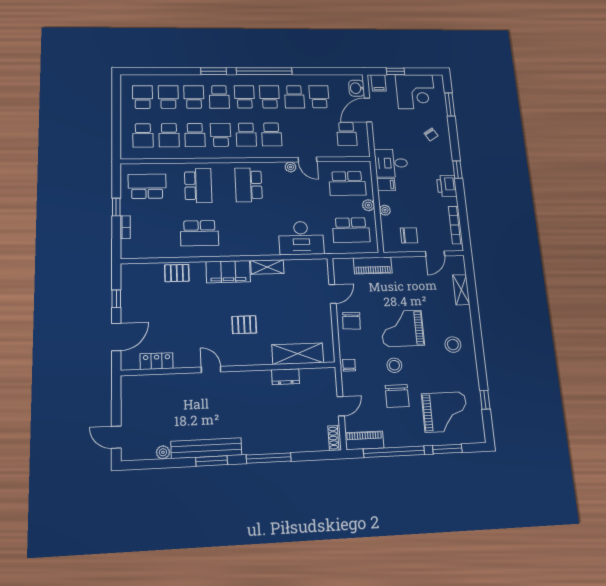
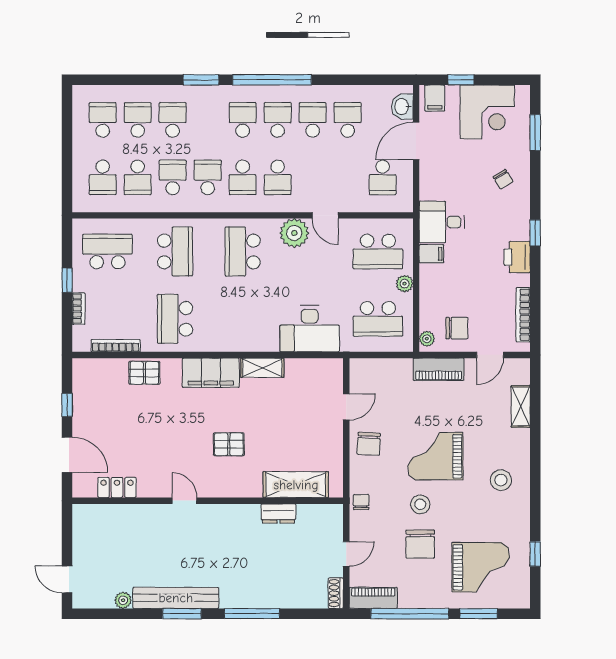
school desk: (219, 97) -> (208, 120), removed
school desk: (294, 97) -> (313, 120), turned 180
school desk: (195, 135) -> (173, 177), turned 180
plant: (290, 167) -> (294, 233), width x1.88, depth x1.88
plant: (385, 210) -> (427, 339), moved
school desk: (199, 233) -> (175, 319), turned 90
bookcase: (154, 254) -> (116, 346), added
piano: (373, 265) -> (439, 369), moved
door: (116, 337) -> (67, 455), hinge flipped

